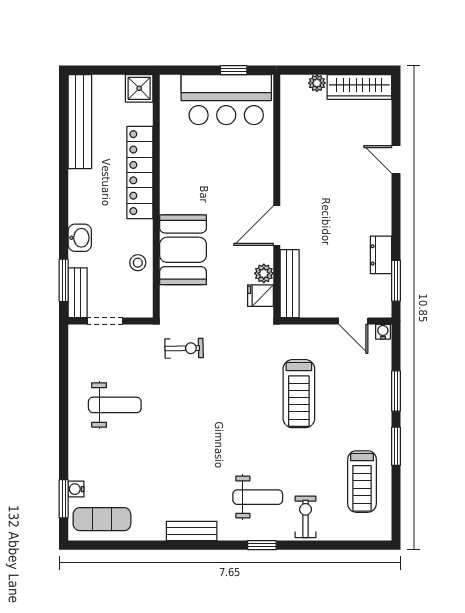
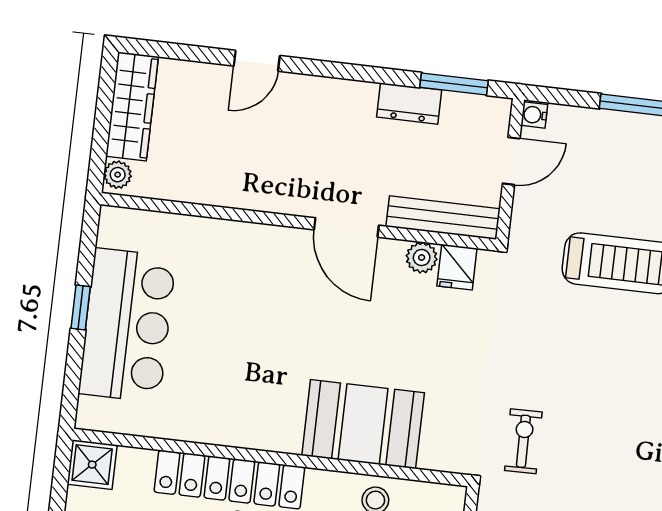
wall: (277, 196) -> (298, 222), moved
door: (277, 226) -> (346, 227), moved
plant: (264, 273) -> (422, 258), moved
bench: (290, 284) -> (443, 218), moved
fridge: (260, 296) -> (457, 267), moved

